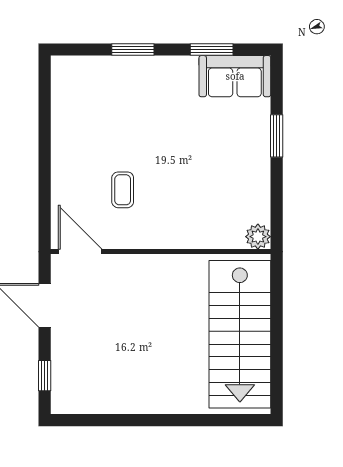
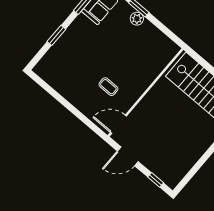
plant: (258, 237) -> (137, 19), moved

